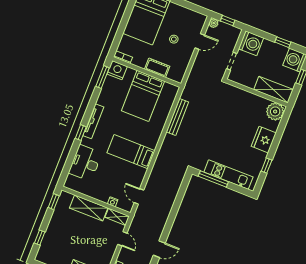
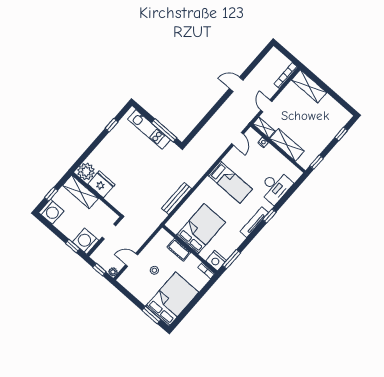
window: (283, 42) -> (73, 246), moved
fridge: (264, 140) -> (101, 184), moved, turned -90

